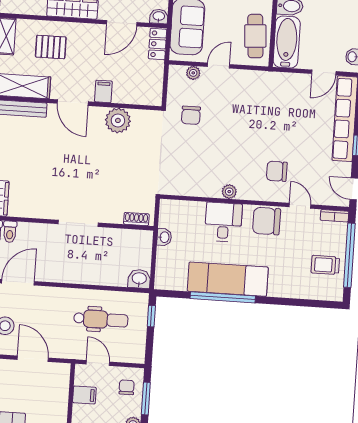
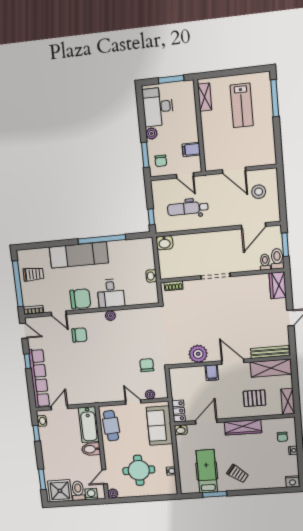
door: (219, 66) -> (133, 402), swing flipped
exam couch: (228, 279) -> (79, 255), moved

